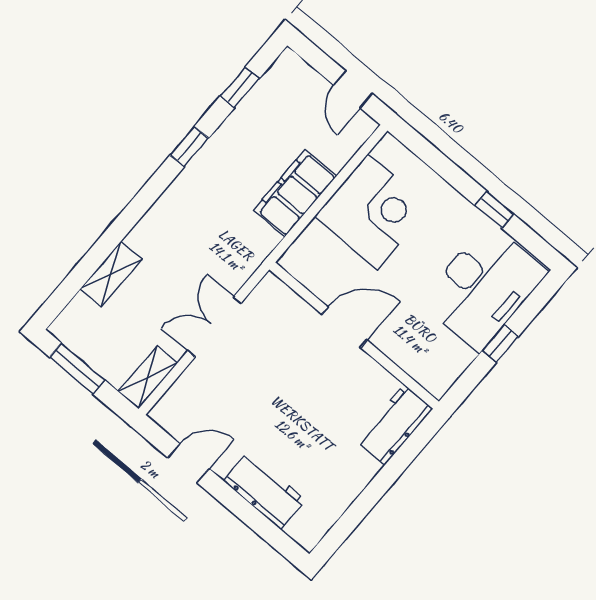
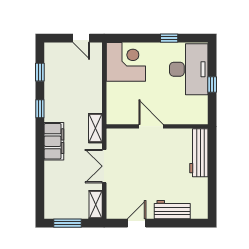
filing cabinet: (295, 193) -> (54, 141), moved, turned 180
corner desk: (373, 212) -> (126, 62), moved
shelving: (111, 274) -> (95, 128), moved
door: (344, 327) -> (151, 126), hinge flipped
workbench: (394, 425) -> (199, 153), width x1.38

